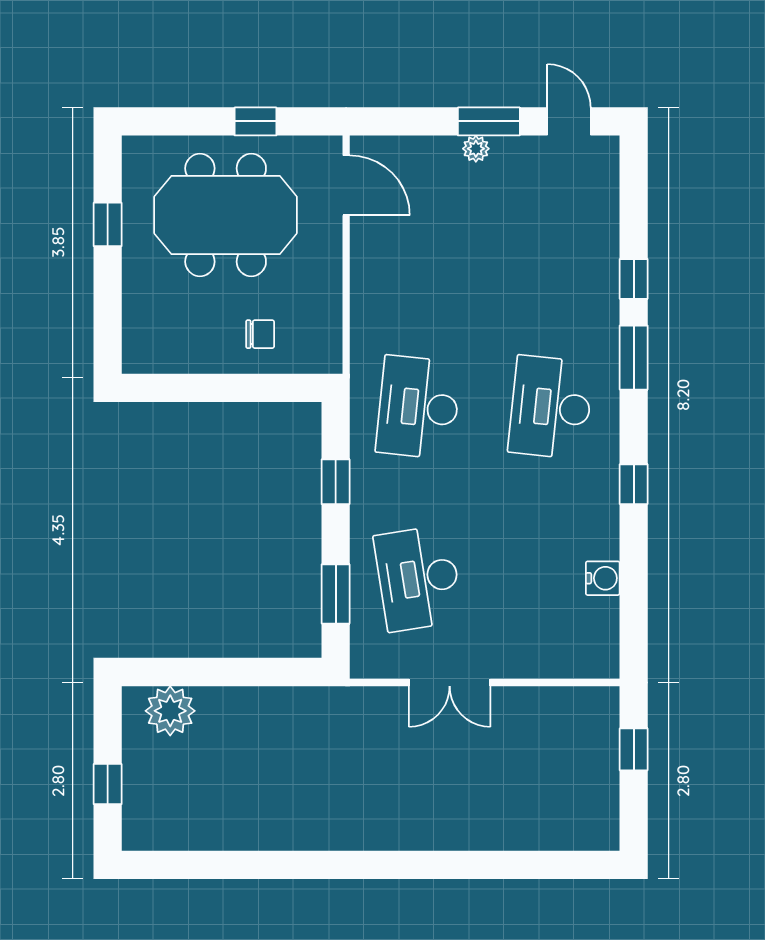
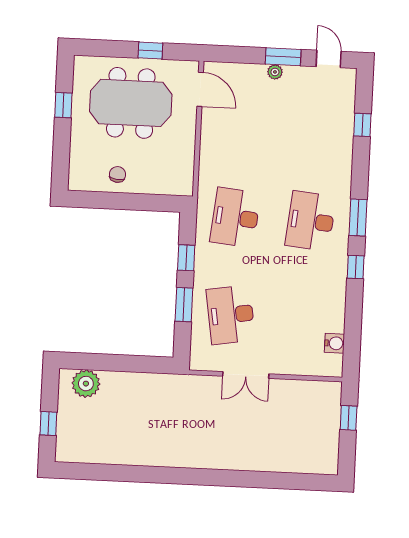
window: (634, 279) -> (362, 125), moved
chair: (260, 334) -> (118, 174), moved, turned -83
window: (634, 358) -> (358, 218), moved
water cooler: (603, 578) -> (334, 343), moved
window: (336, 594) -> (184, 305), moved

